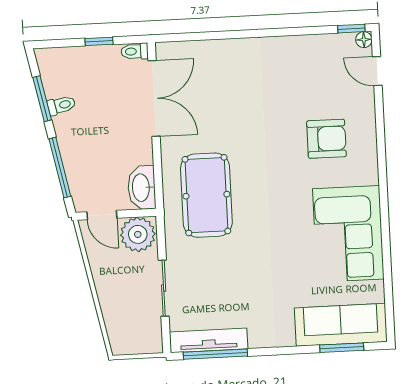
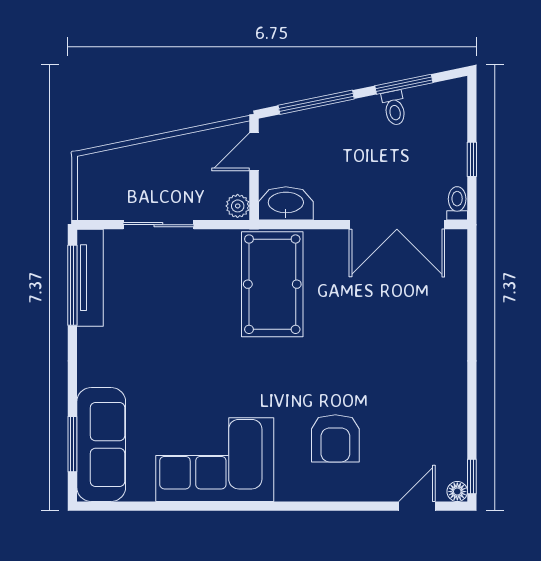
pool table: (206, 195) -> (272, 284), turned 90
plant: (138, 234) -> (238, 206), width x0.53, depth x0.53

